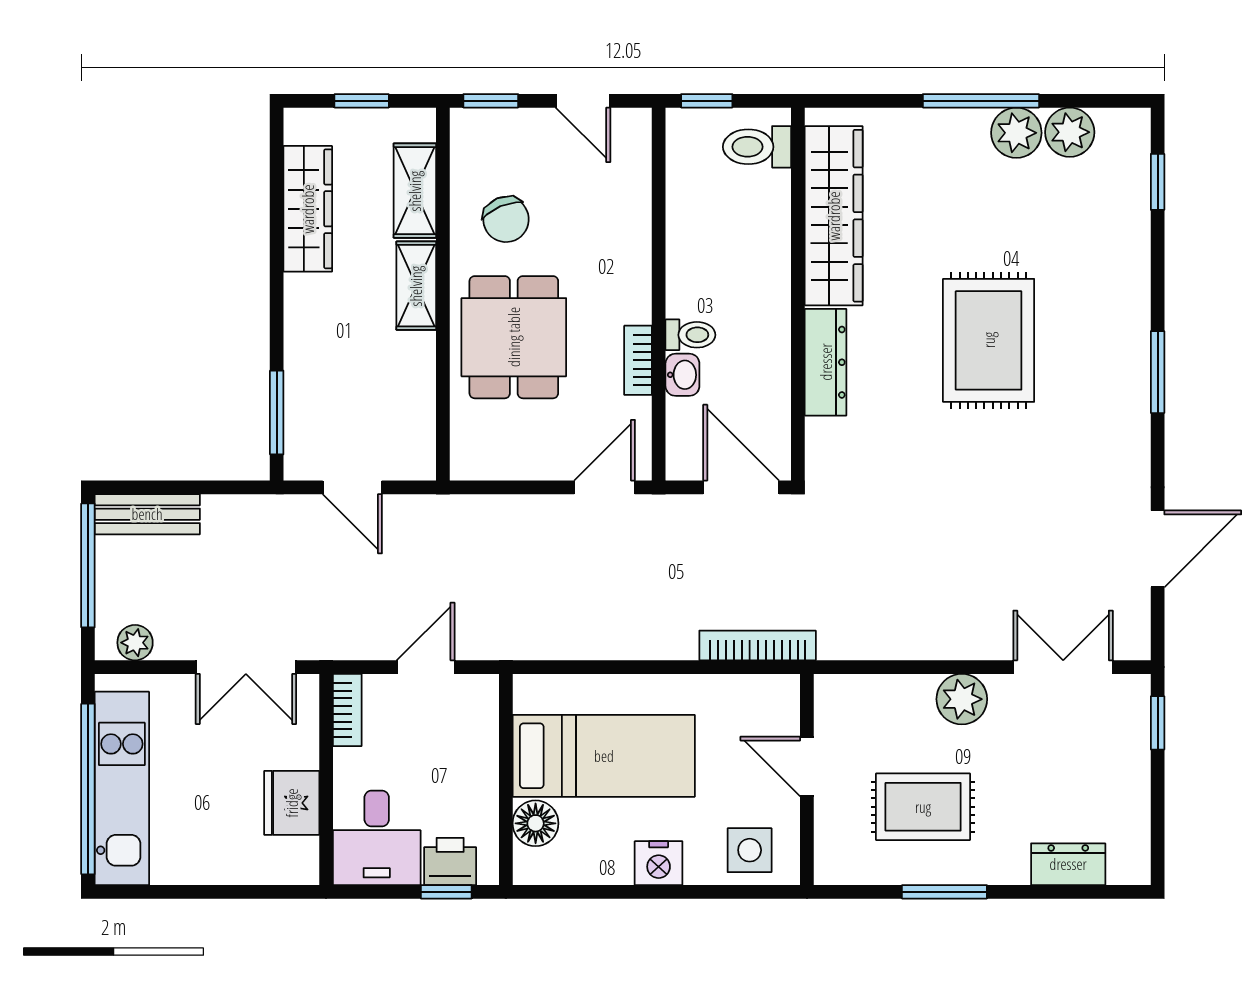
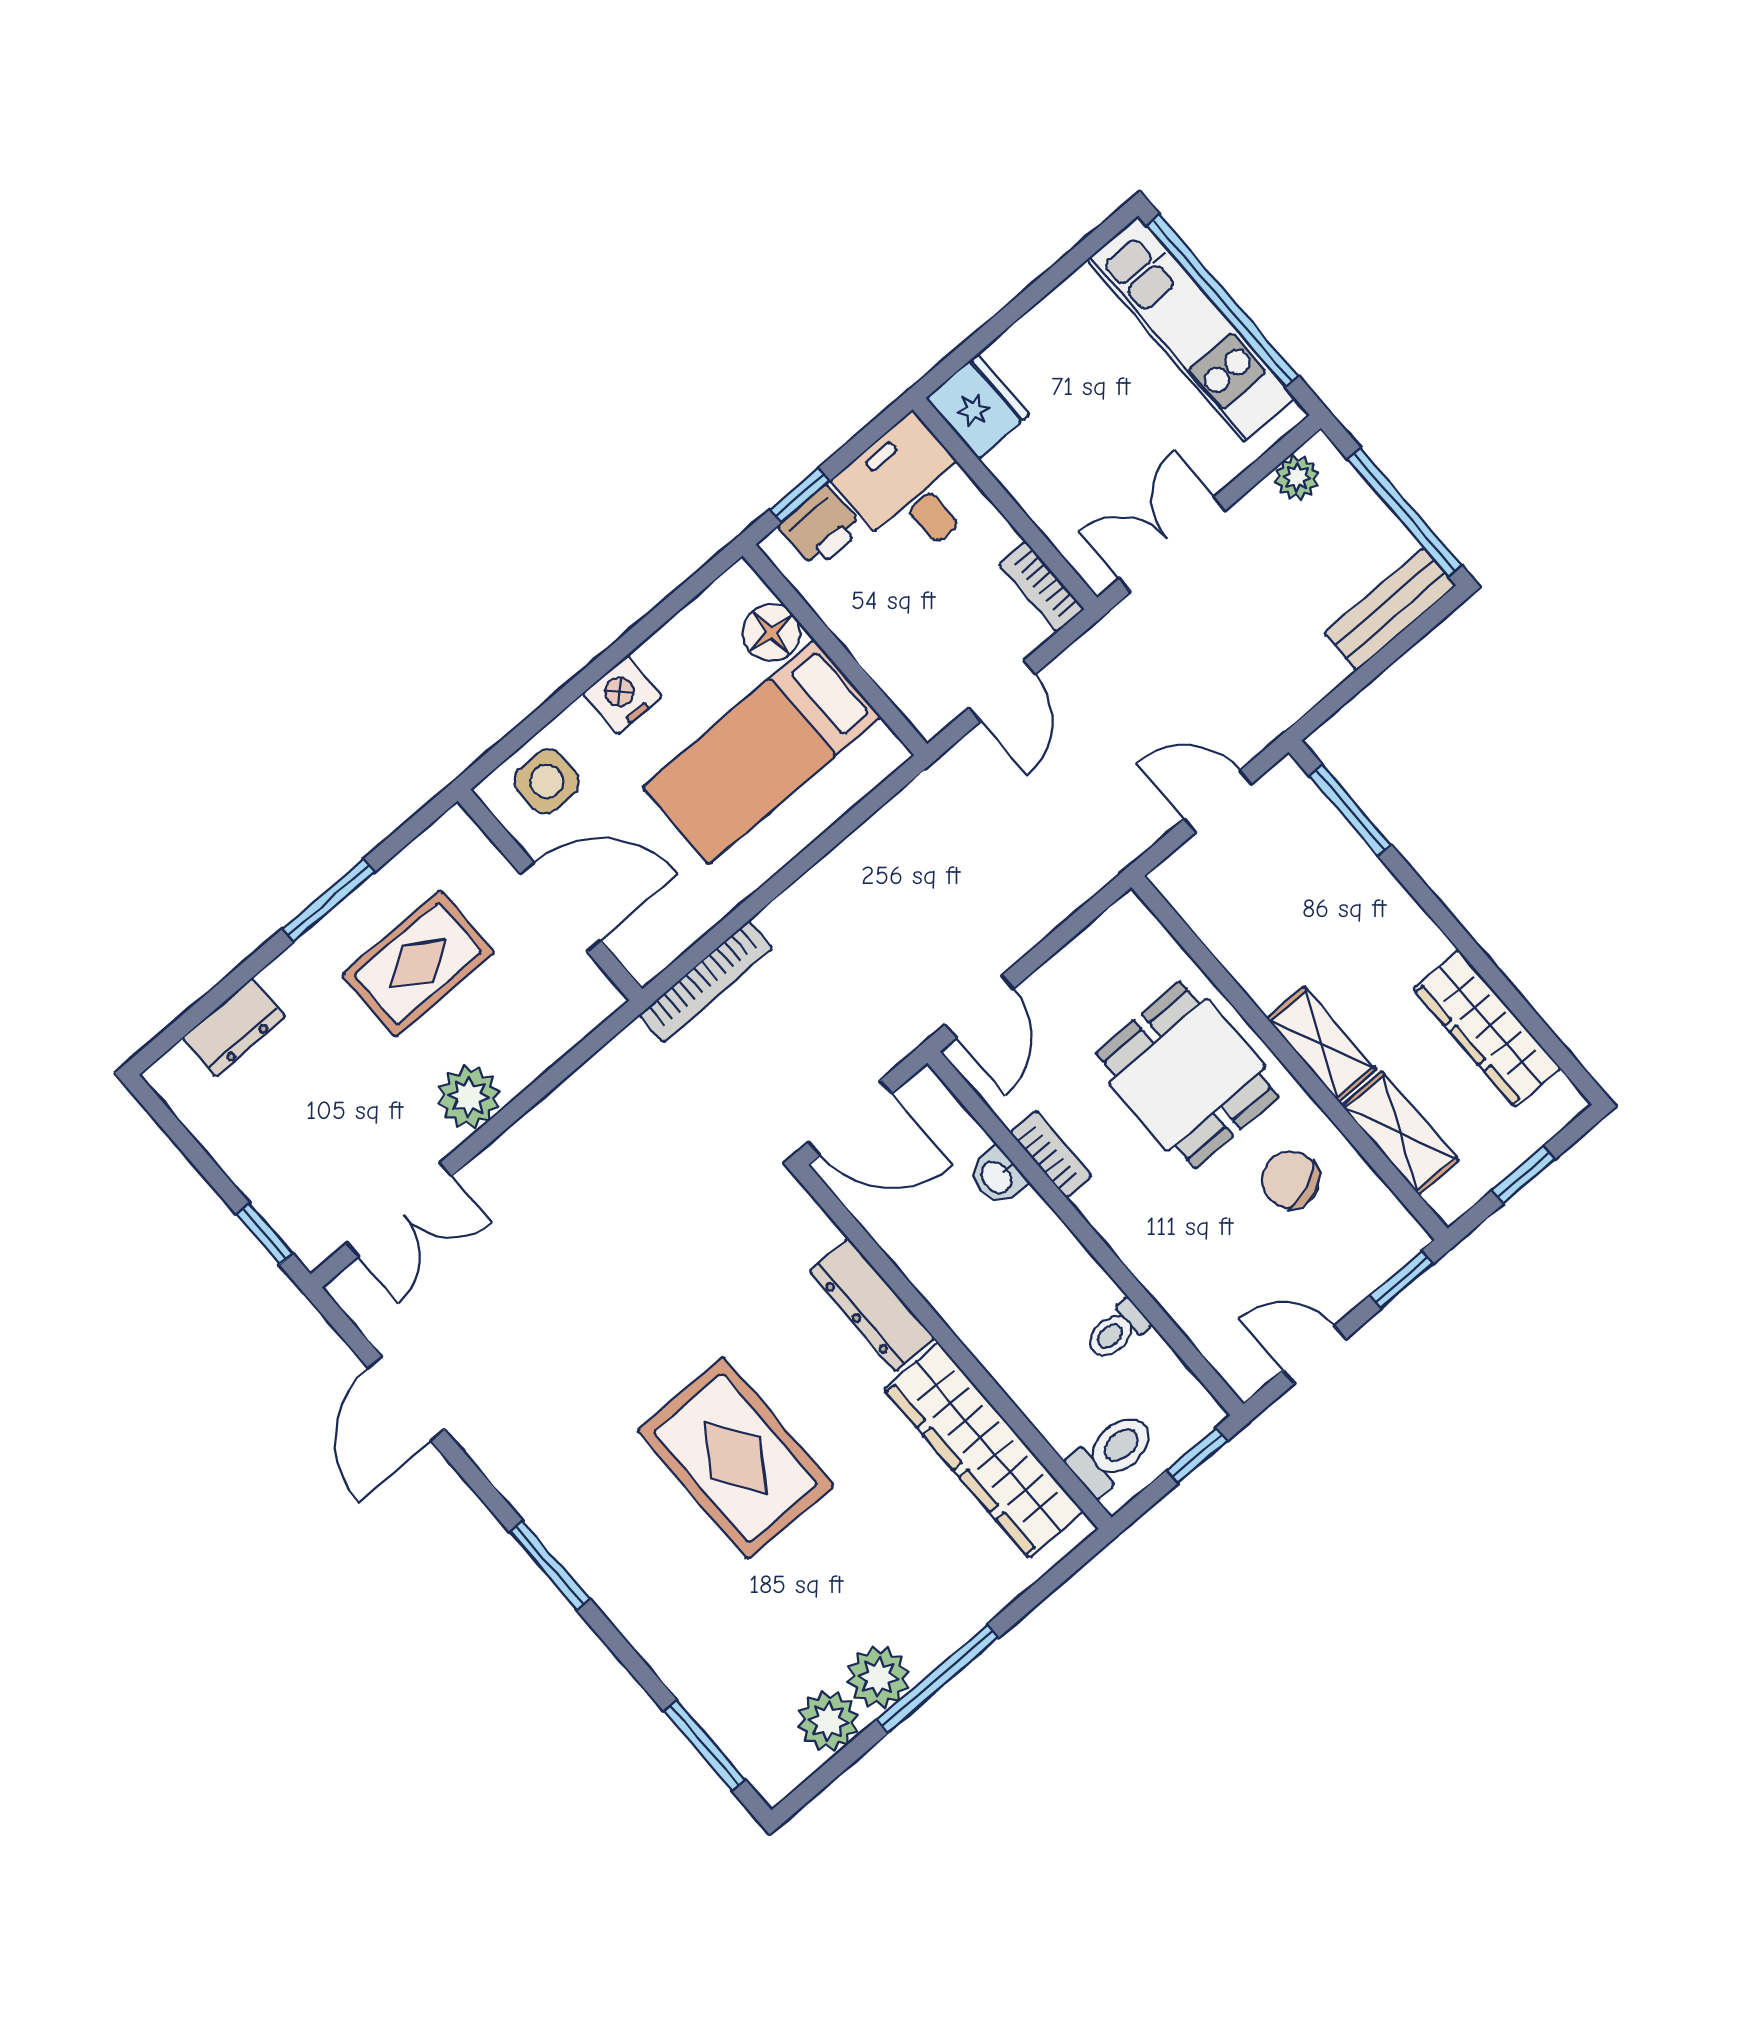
window: (1158, 182) -> (705, 1746), width x1.50
toilet: (690, 335) -> (1117, 1330), moved
door: (807, 766) -> (561, 907), width x1.38
fridge: (292, 803) -> (978, 407), moved

